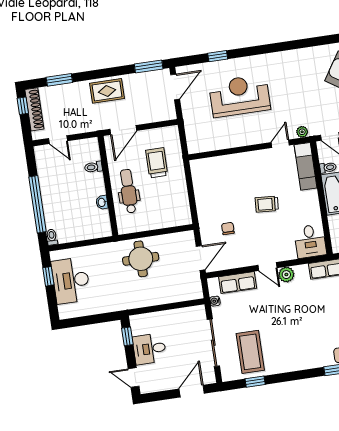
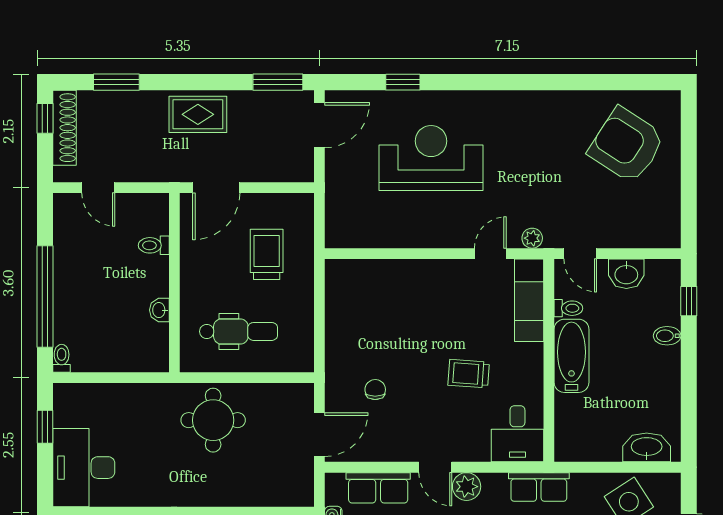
dental chair: (128, 191) -> (239, 331), moved, turned 90
trolley: (267, 204) -> (469, 374), moved
desk: (71, 280) -> (84, 468), moved

